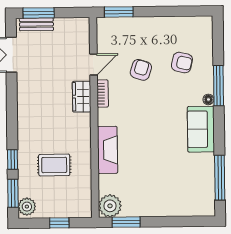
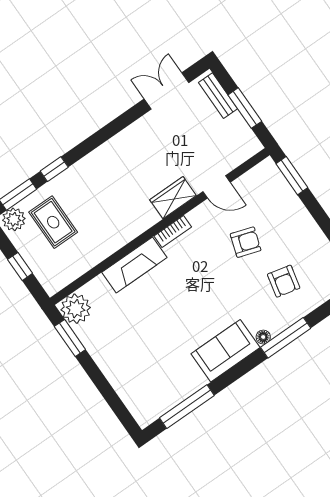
window: (39, 13) -> (245, 108), moved
bookcase: (103, 94) -> (173, 231), moved
rug: (54, 165) -> (53, 222), moved

